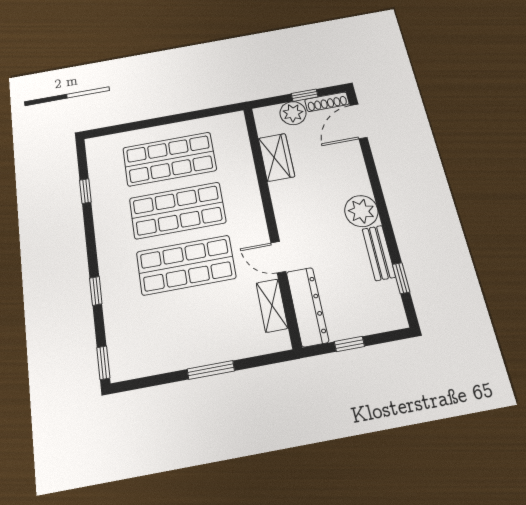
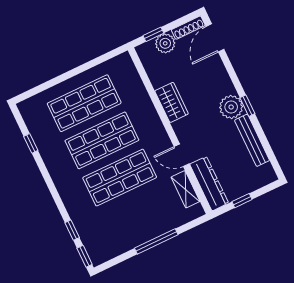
window: (305, 95) -> (153, 34), moved
wardrobe: (276, 157) -> (172, 102), moved
bench: (379, 253) -> (252, 140), width x1.36
window: (401, 278) -> (247, 106), moved
window: (96, 291) -> (72, 230), moved
window: (211, 370) -> (156, 241), width x1.44

